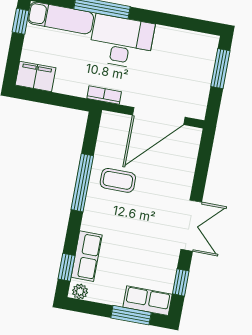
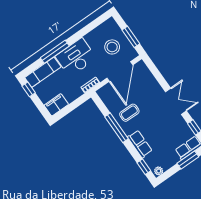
window: (220, 69) -> (131, 37), moved
stool: (180, 75) -> (112, 47), added
row of seats: (87, 256) -> (140, 144), moved

